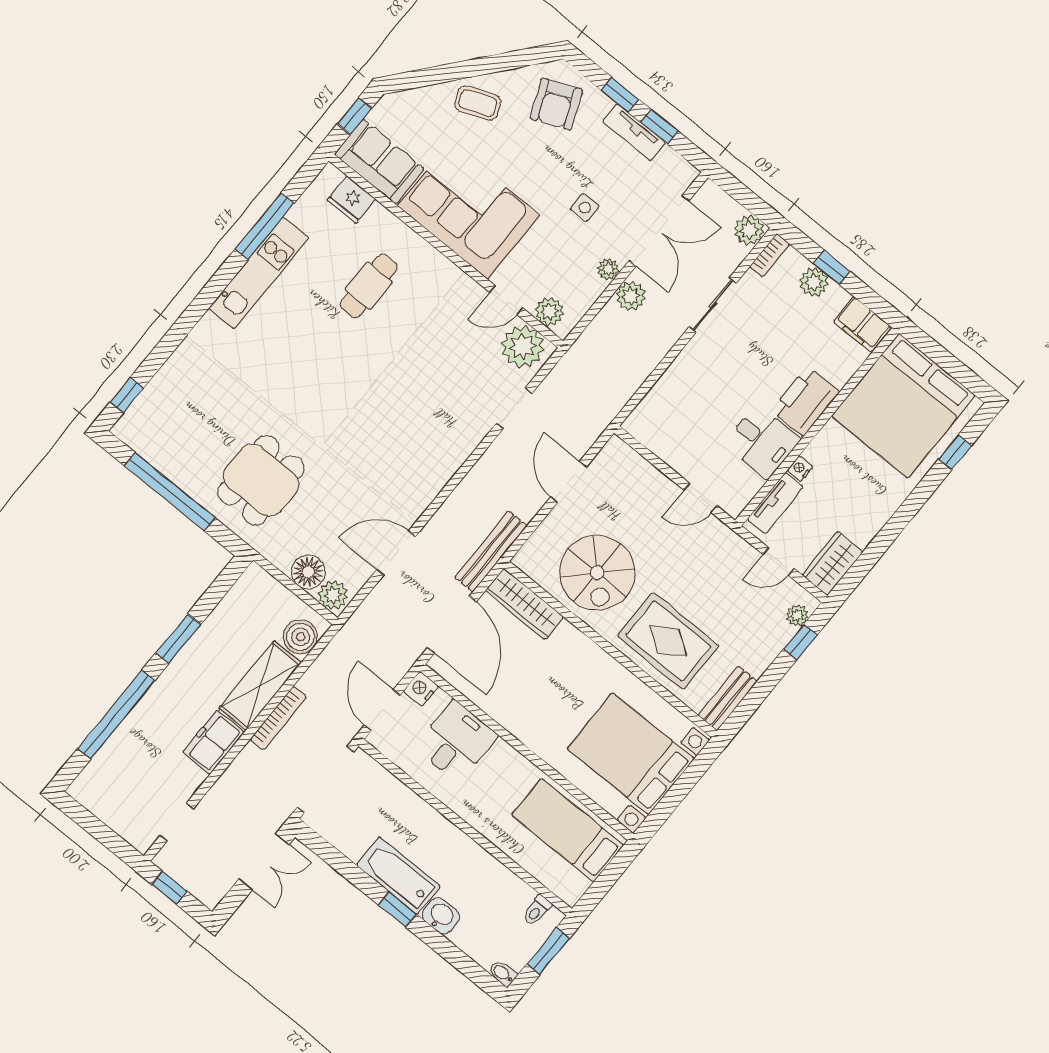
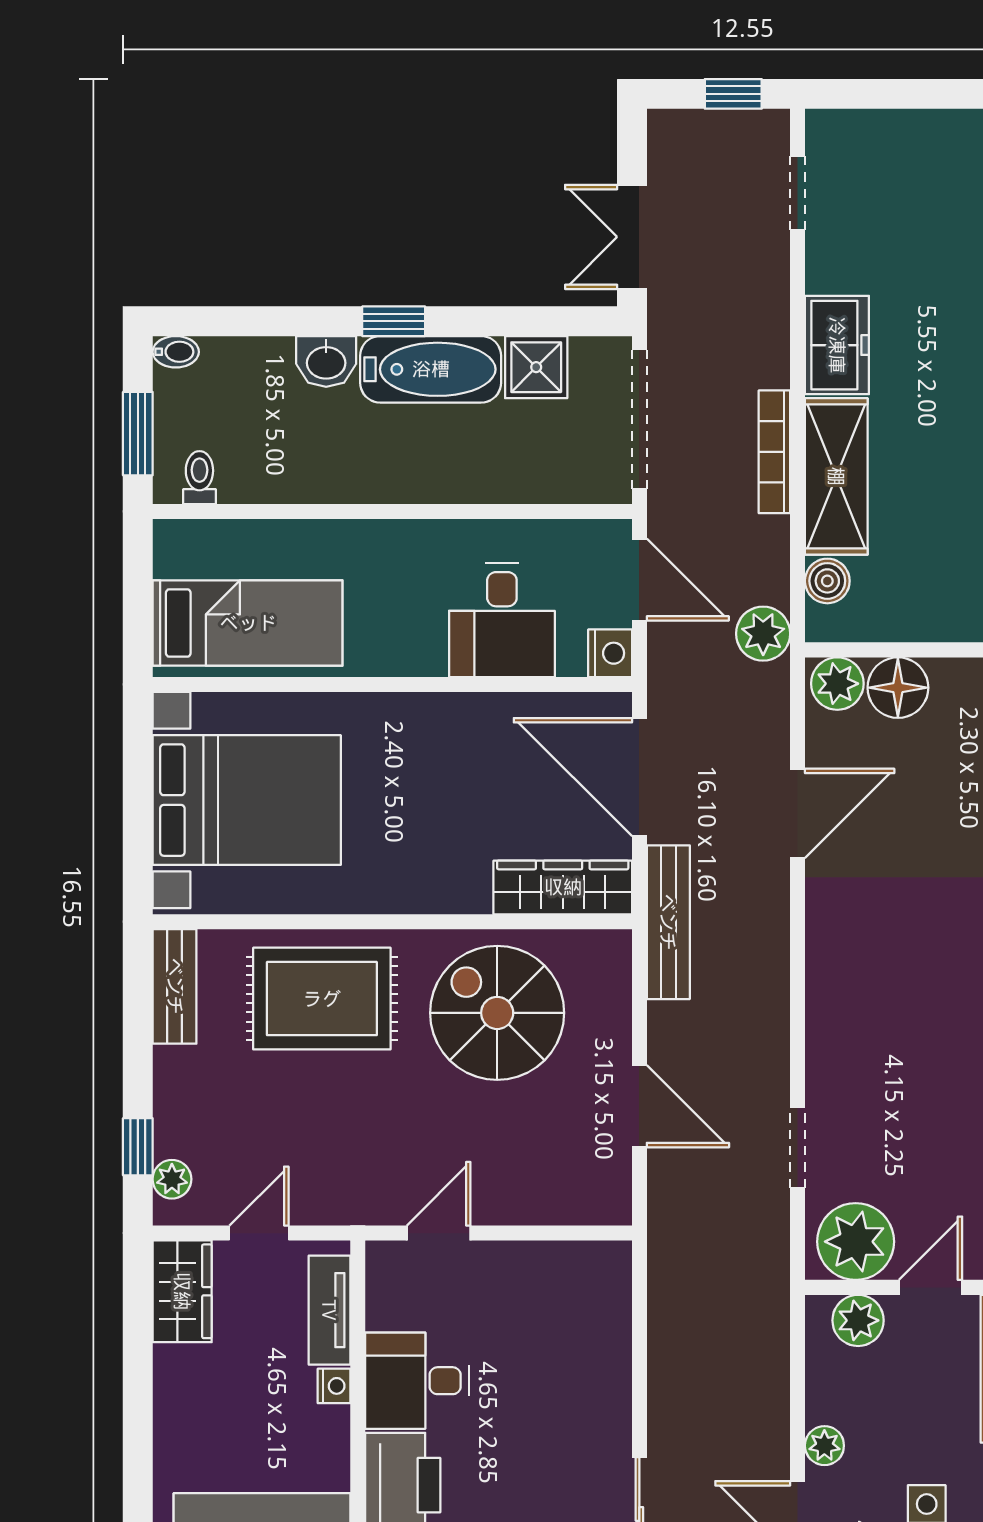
plant: (631, 296) -> (763, 634), moved
boiler: (300, 637) -> (827, 581), width x0.73, depth x0.73
shower: (352, 839) -> (536, 367), added

